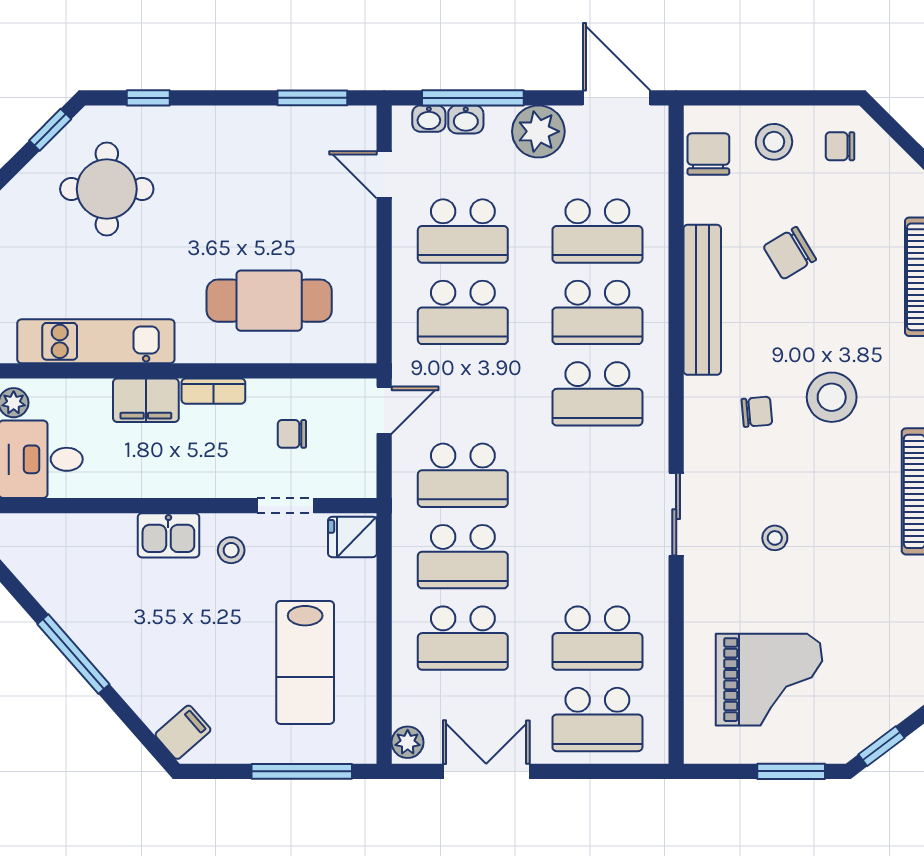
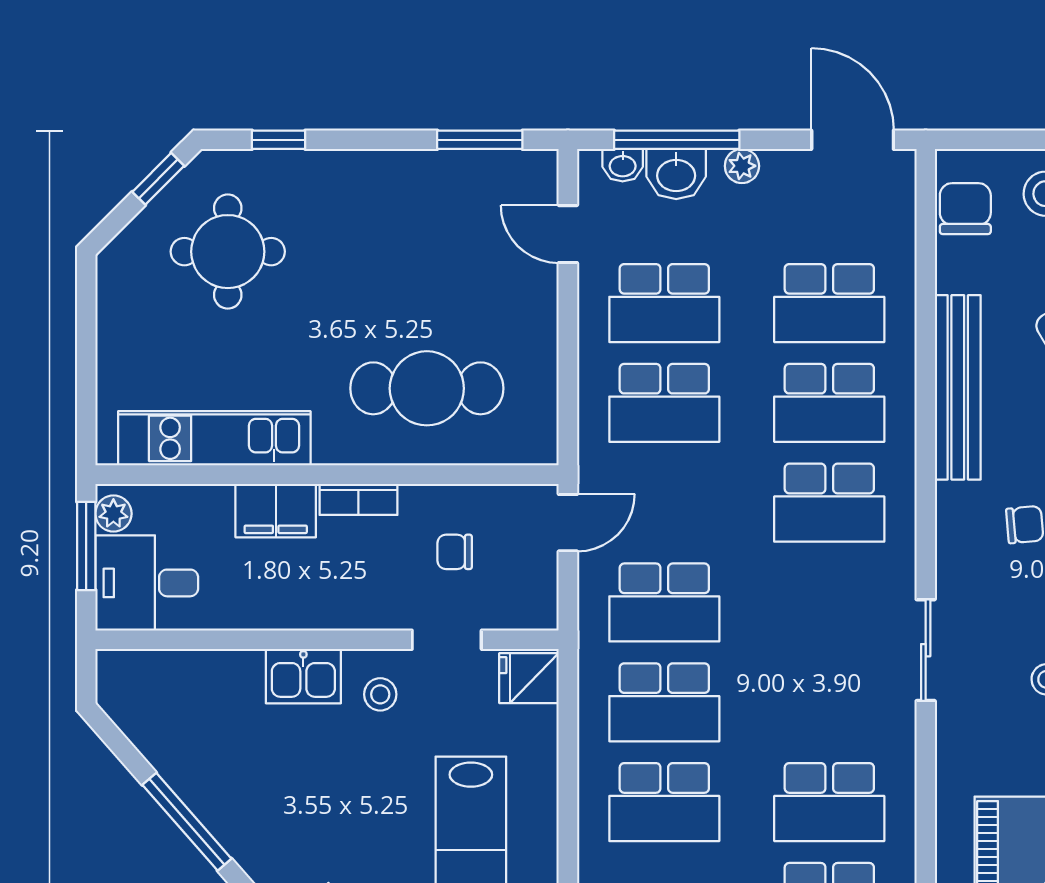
washbasin: (466, 119) -> (676, 174), width x1.38, depth x1.45
plant: (538, 131) -> (742, 166), width x0.53, depth x0.53

